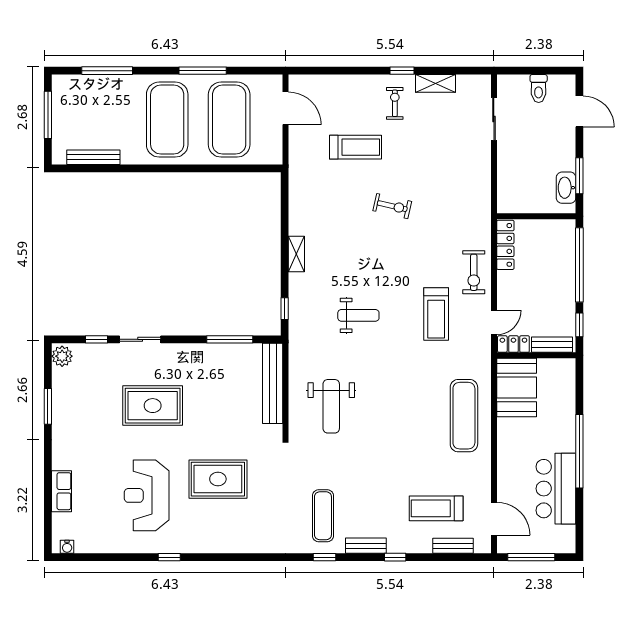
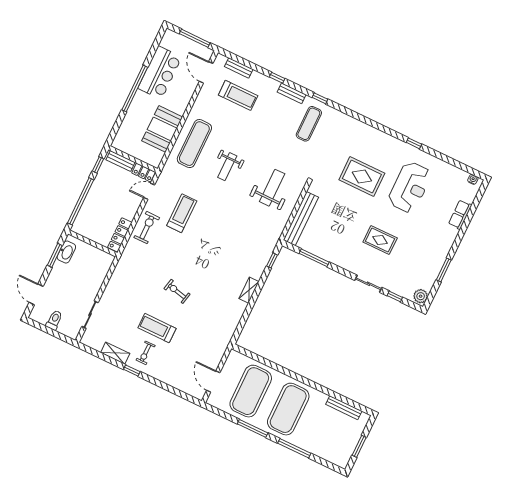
window: (107, 71) -> (294, 448), moved
window: (48, 115) -> (359, 446), width x0.69
treadmill: (356, 147) -> (157, 328), moved
weight bench: (358, 315) -> (227, 167), moved, turned -90
booth: (517, 387) -> (162, 129), moved
rug: (153, 406) -> (380, 240), width x0.73, depth x0.70

